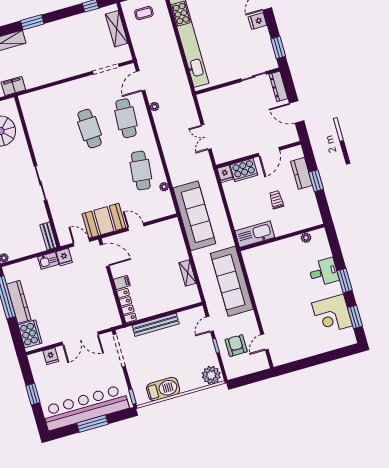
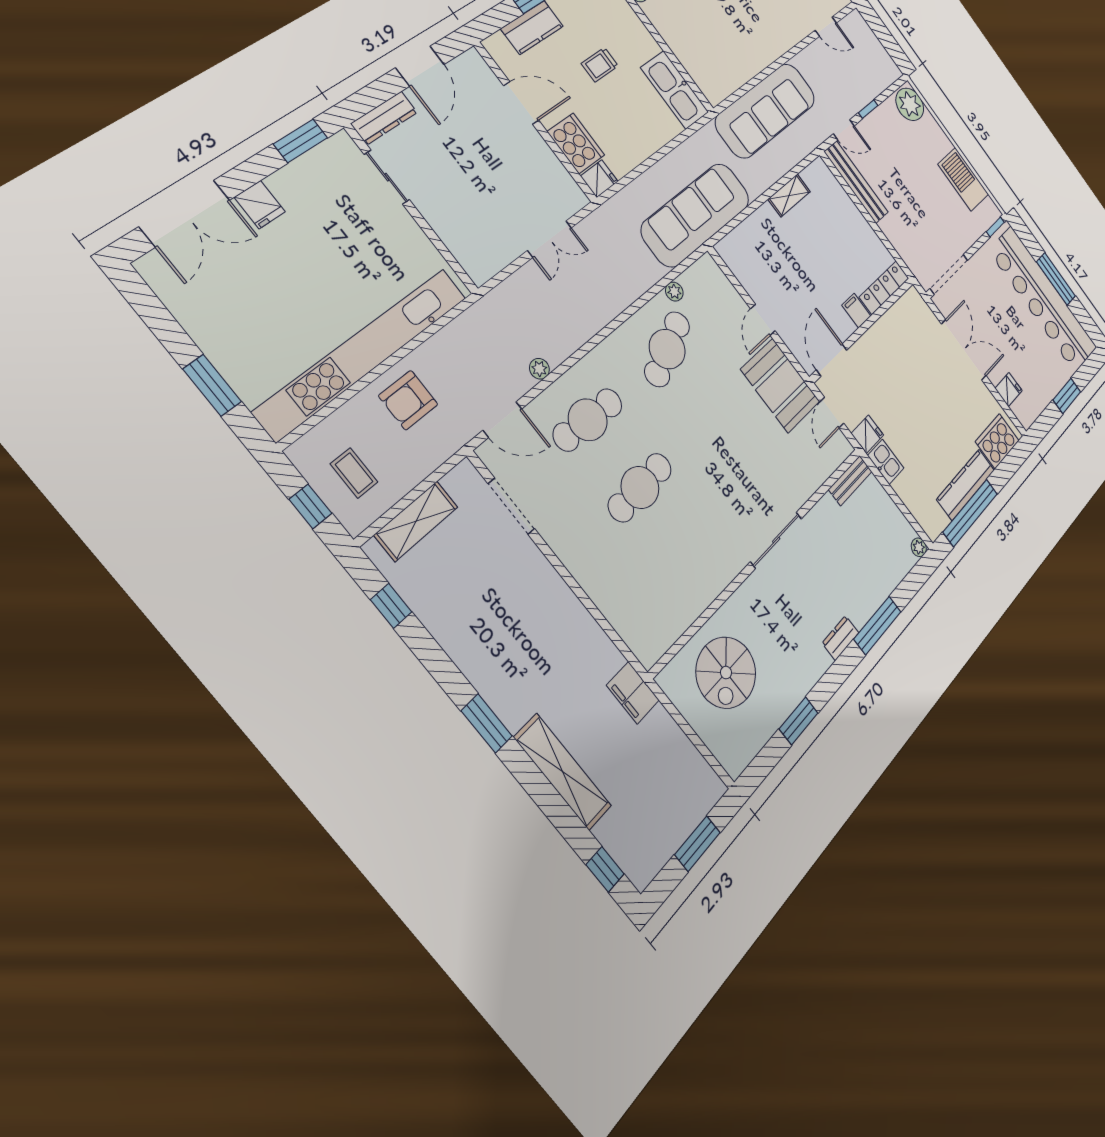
cafe table: (141, 170) -> (667, 349), turned -30
bench: (156, 325) -> (856, 182), moved
armchair: (236, 346) -> (408, 400), moved

